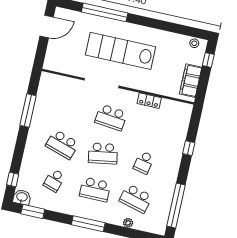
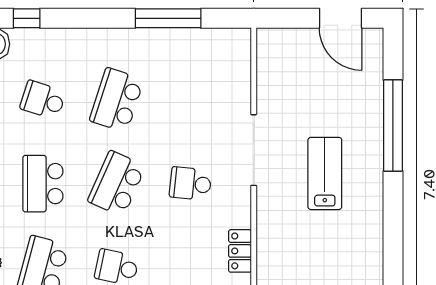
lab bench: (121, 51) -> (325, 173), width x0.54, depth x0.72
school desk: (111, 117) -> (190, 184), width x0.54
school desk: (103, 153) -> (117, 184), turned 33

